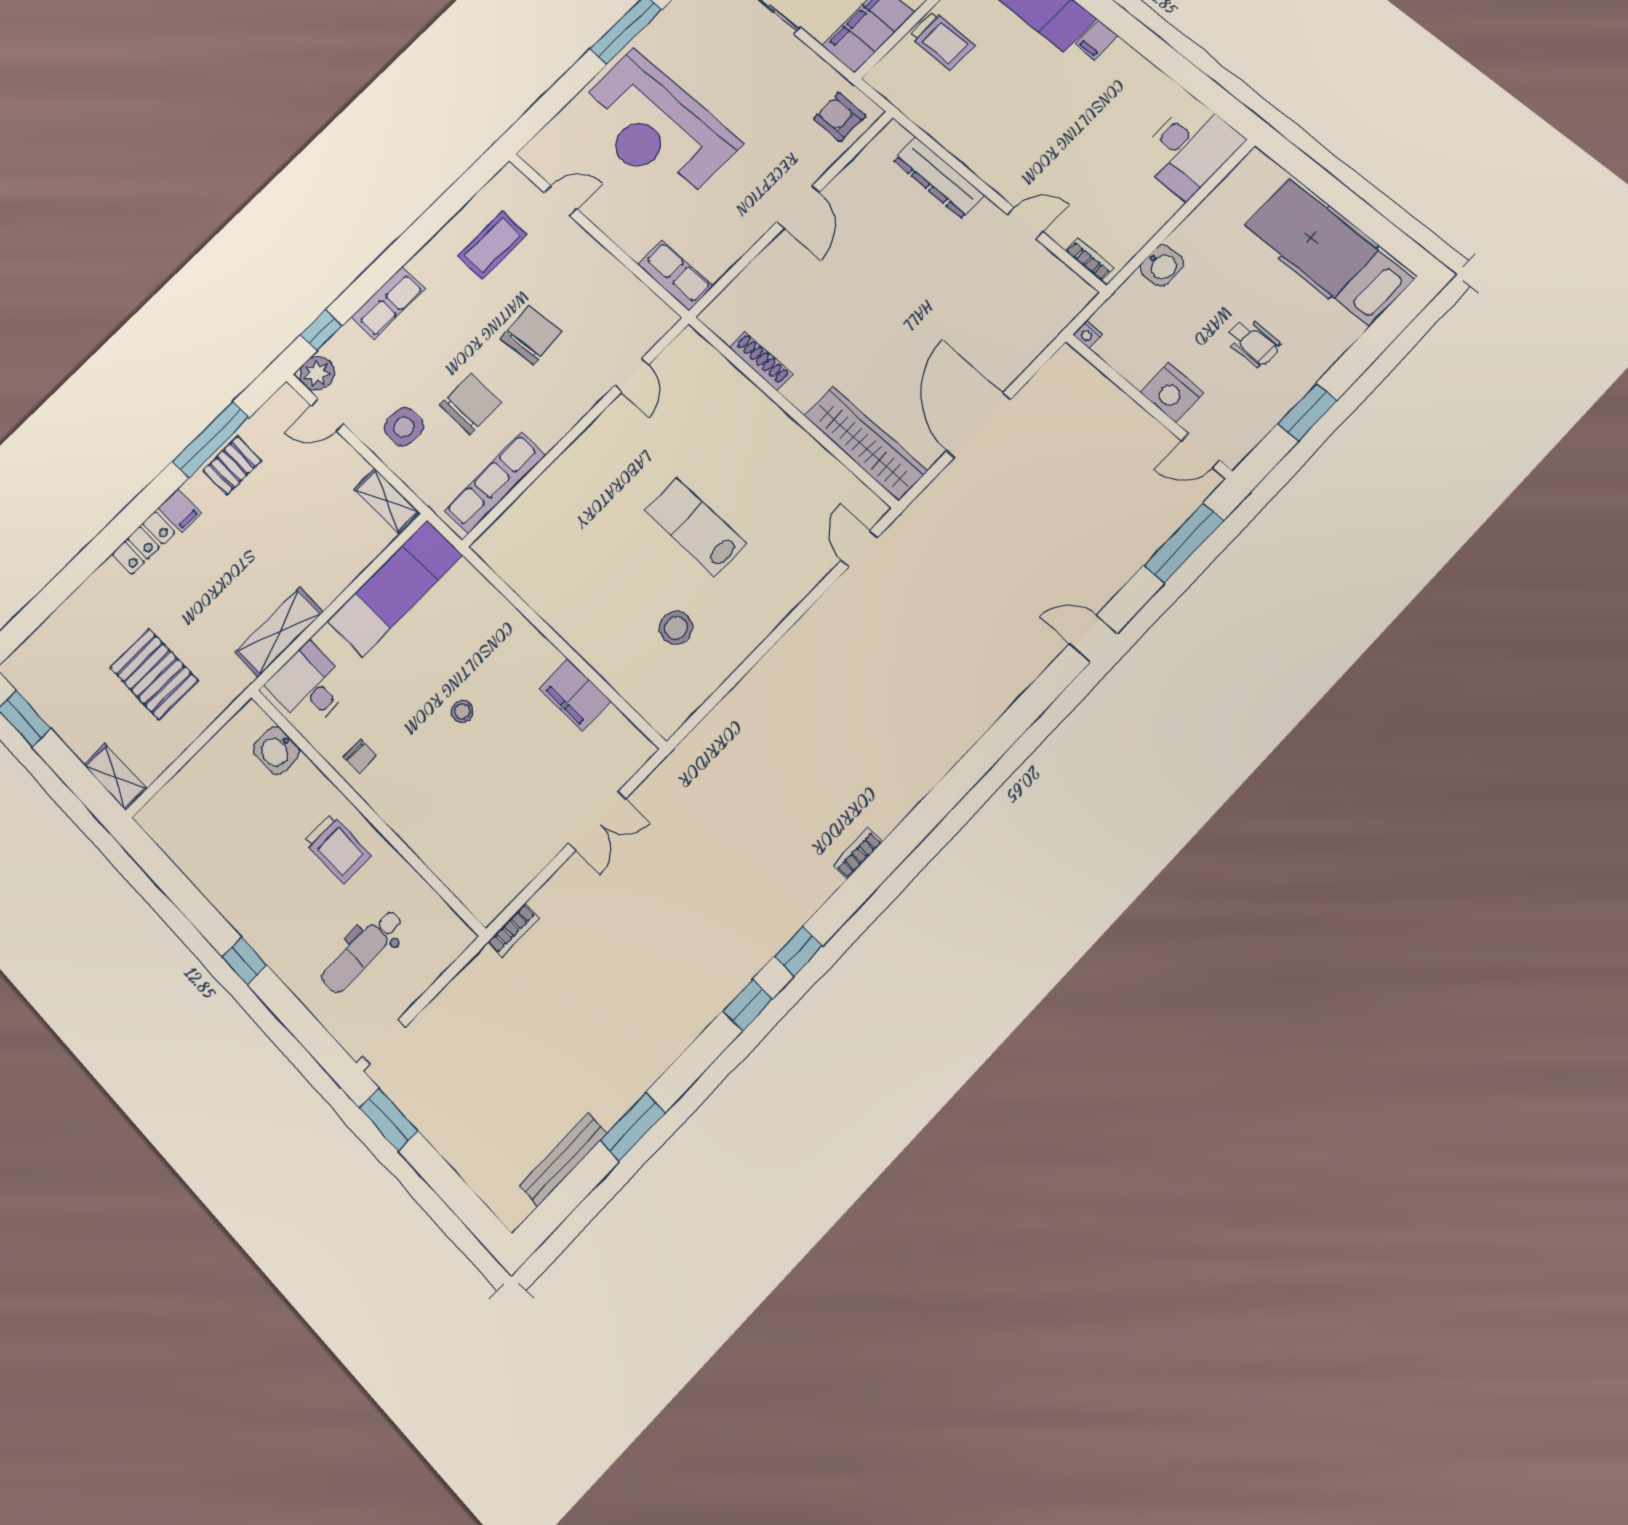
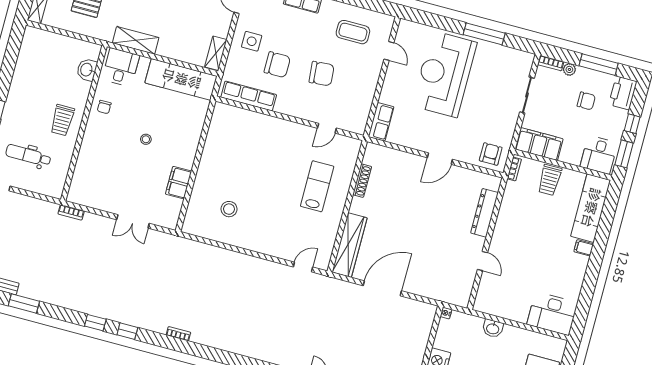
bookcase: (1090, 259) -> (514, 169), moved
lab bench: (695, 527) -> (317, 186), moved

